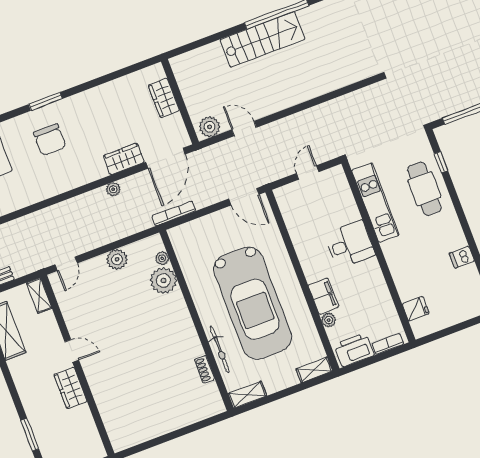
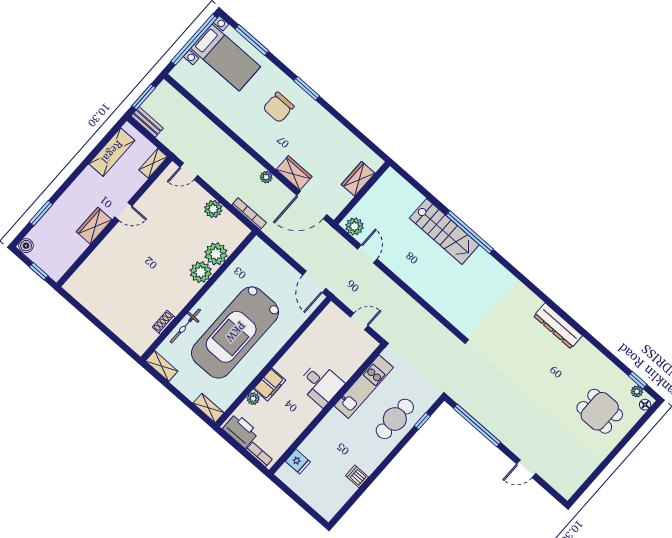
bookcase: (174, 213) -> (249, 214), moved
plant: (162, 258) -> (201, 272), moved, width x1.87, depth x1.87
door: (72, 351) -> (123, 211), hinge flipped

